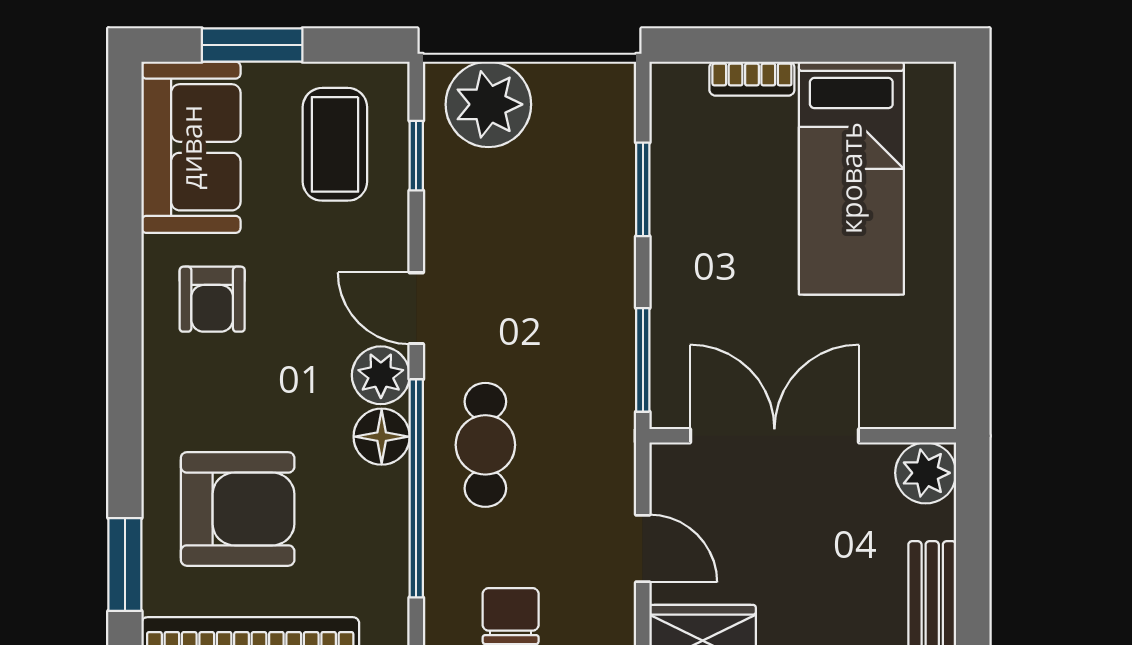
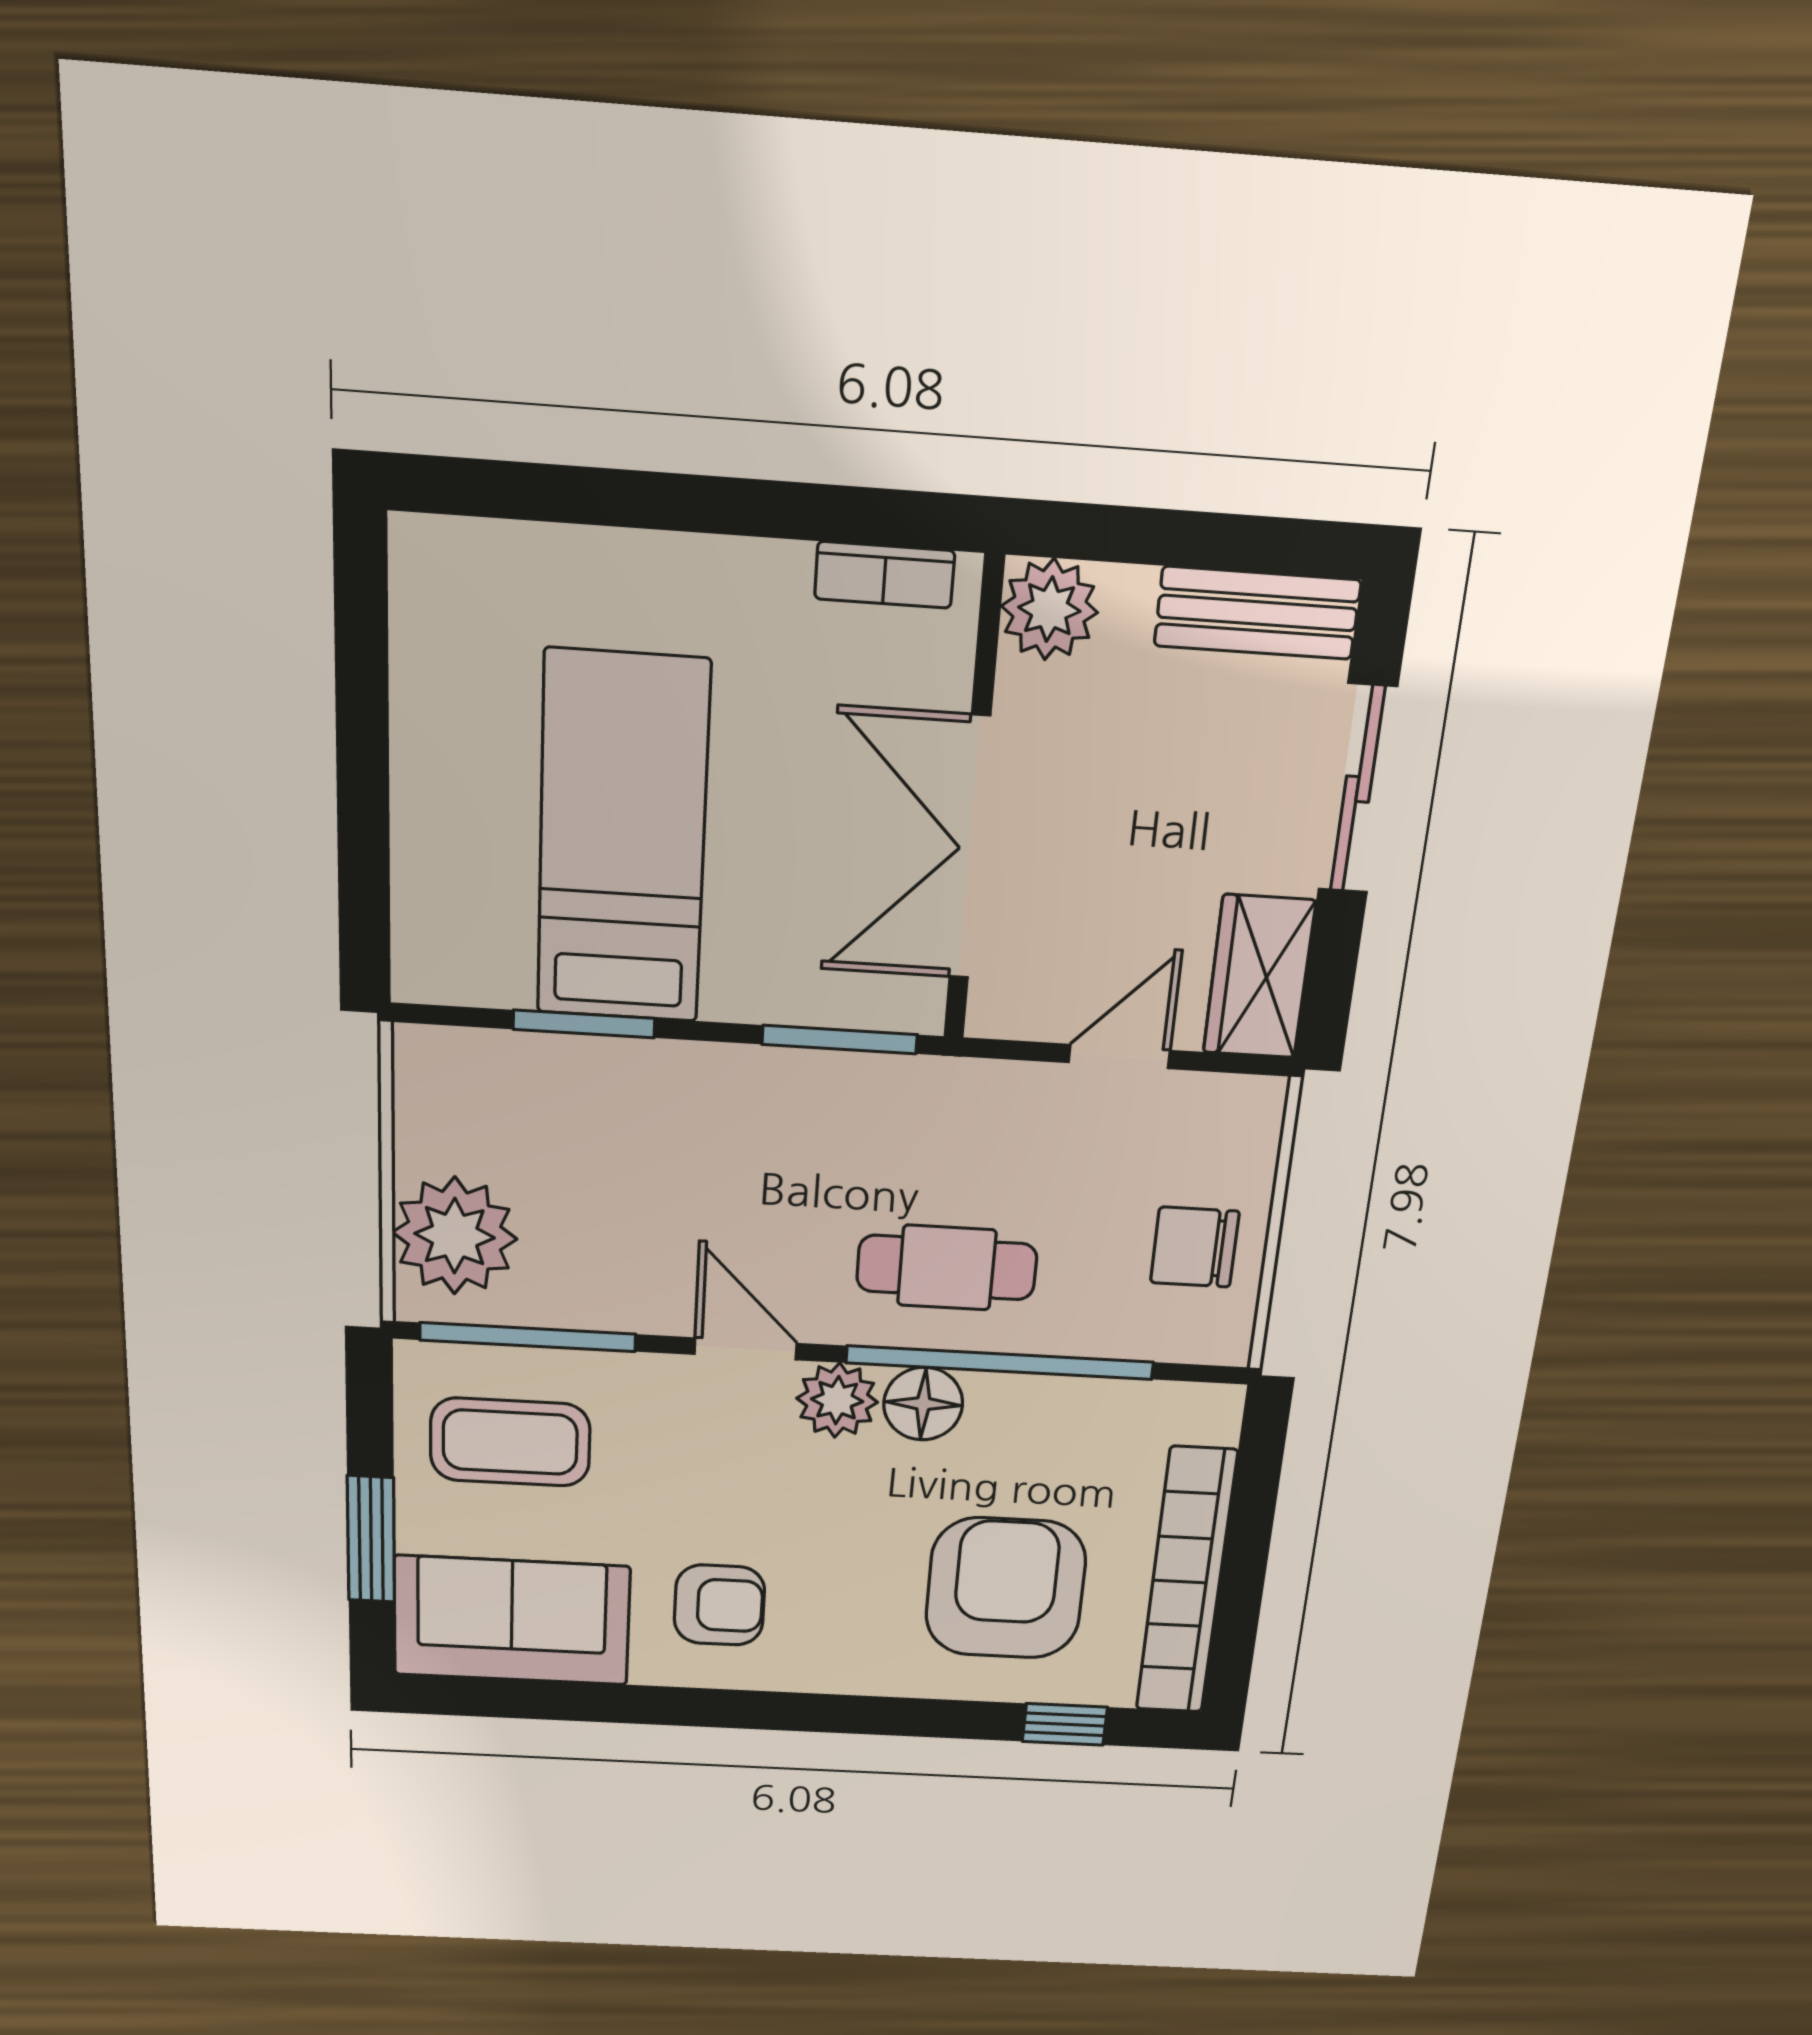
bookcase: (752, 79) -> (885, 575), moved, turned 90
window: (416, 156) -> (528, 1337), width x2.17
bed: (851, 178) -> (622, 839), moved, turned -90
door: (416, 308) -> (746, 1349), swing flipped
window: (125, 564) -> (1065, 1724), width x0.67

